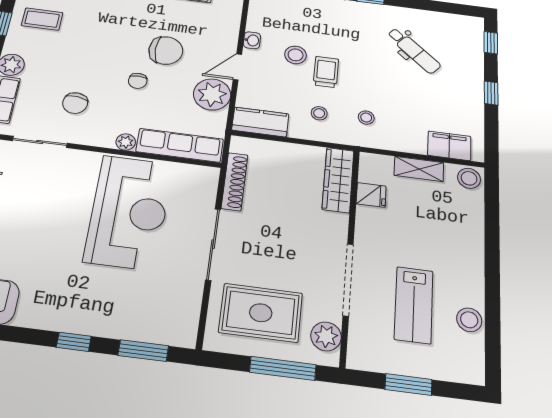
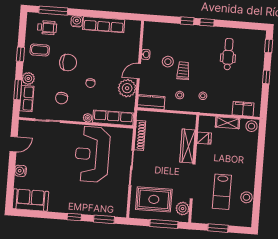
chair: (166, 51) -> (68, 63), moved
dental chair: (414, 51) -> (228, 54), turned -131
wardrobe: (338, 180) -> (188, 146), moved
reception desk: (129, 212) -> (92, 154), turned 180

